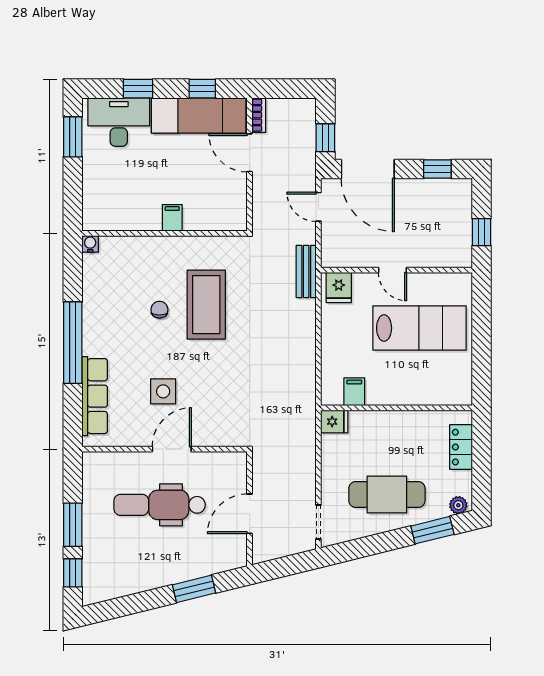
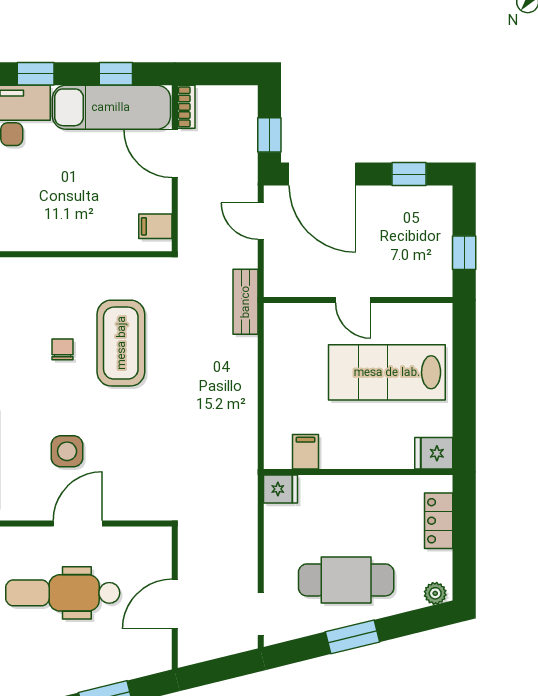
filing cabinet: (172, 218) -> (155, 226), moved, turned -90
fridge: (339, 287) -> (434, 453), moved, turned 90
lab bench: (420, 328) -> (387, 372), turned 180
window: (432, 530) -> (352, 637), moved

